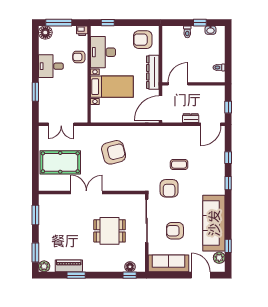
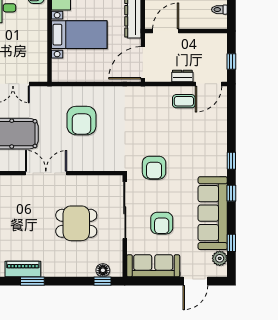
armchair: (114, 152) -> (81, 121), turned 104
window: (228, 158) -> (231, 193), moved
coffee table: (179, 165) -> (184, 101), moved
armchair: (175, 231) -> (162, 223), turned -90
door: (201, 275) -> (195, 281), swing flipped

